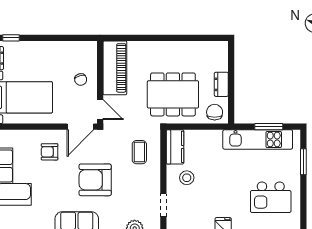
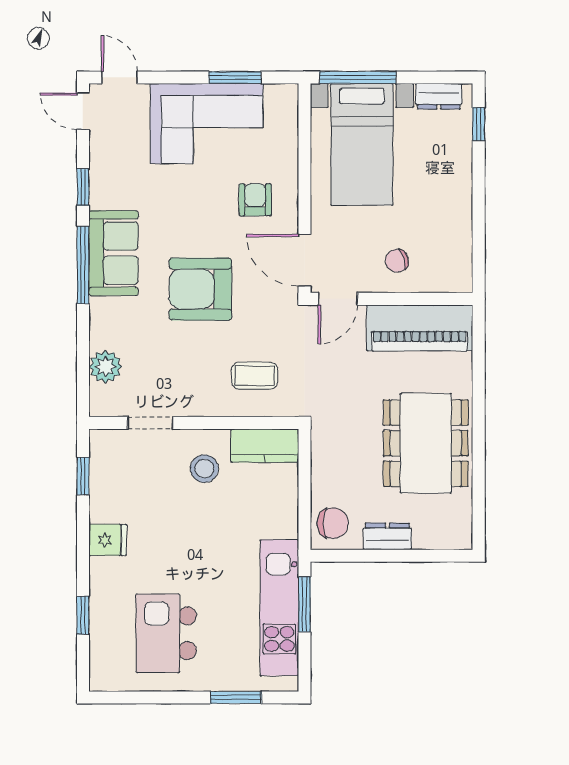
dining table: (173, 94) -> (426, 443), moved
window: (269, 127) -> (304, 604), moved
armchair: (95, 180) -> (200, 289), turned -90

